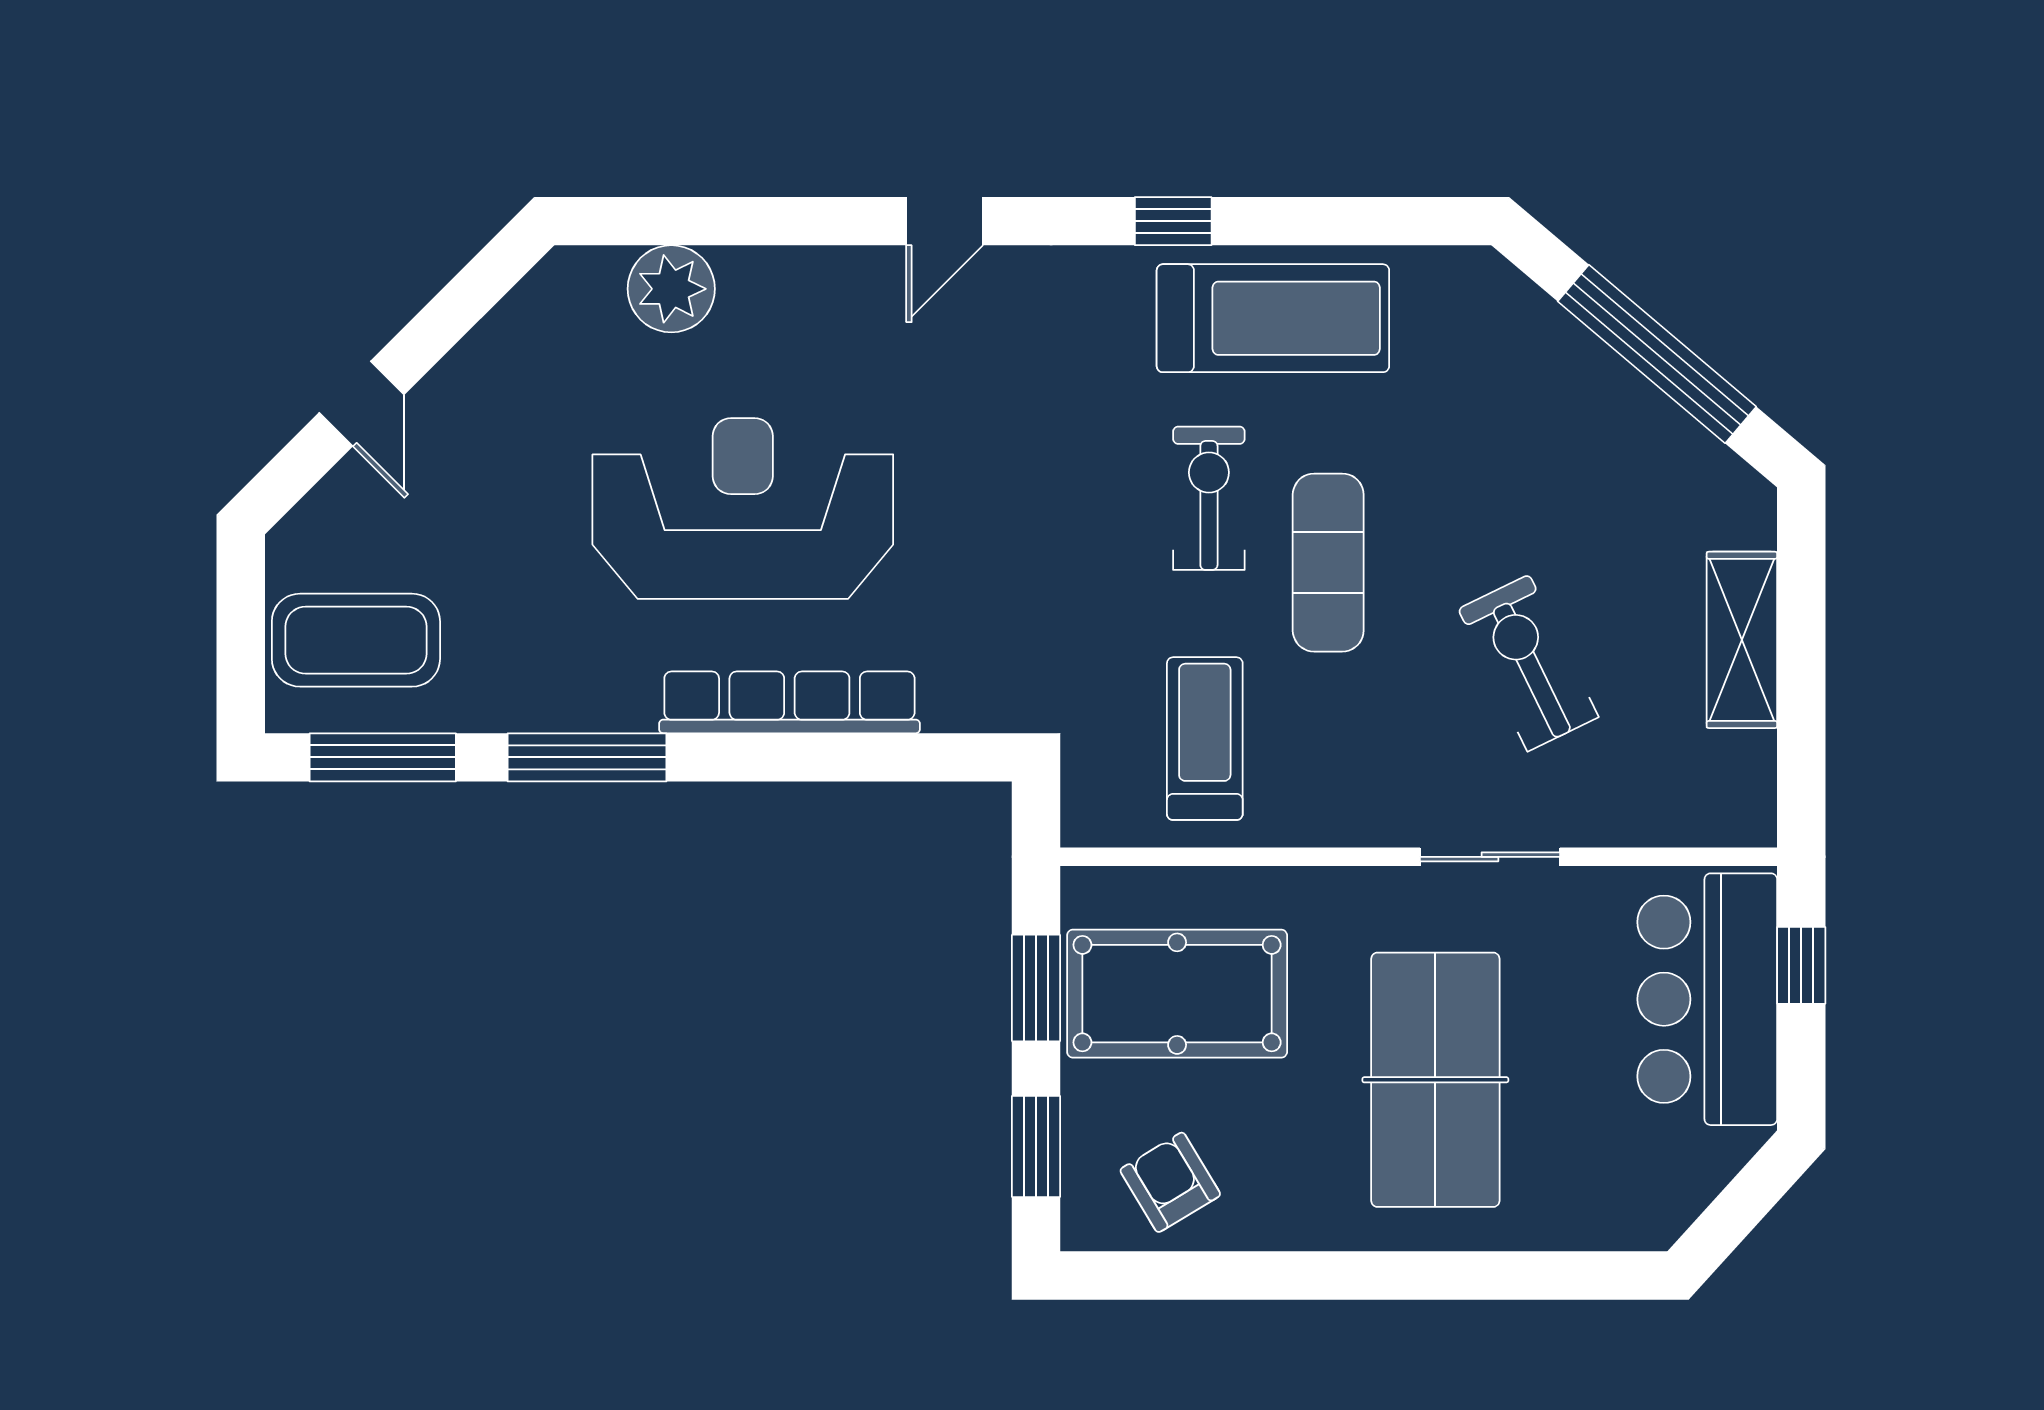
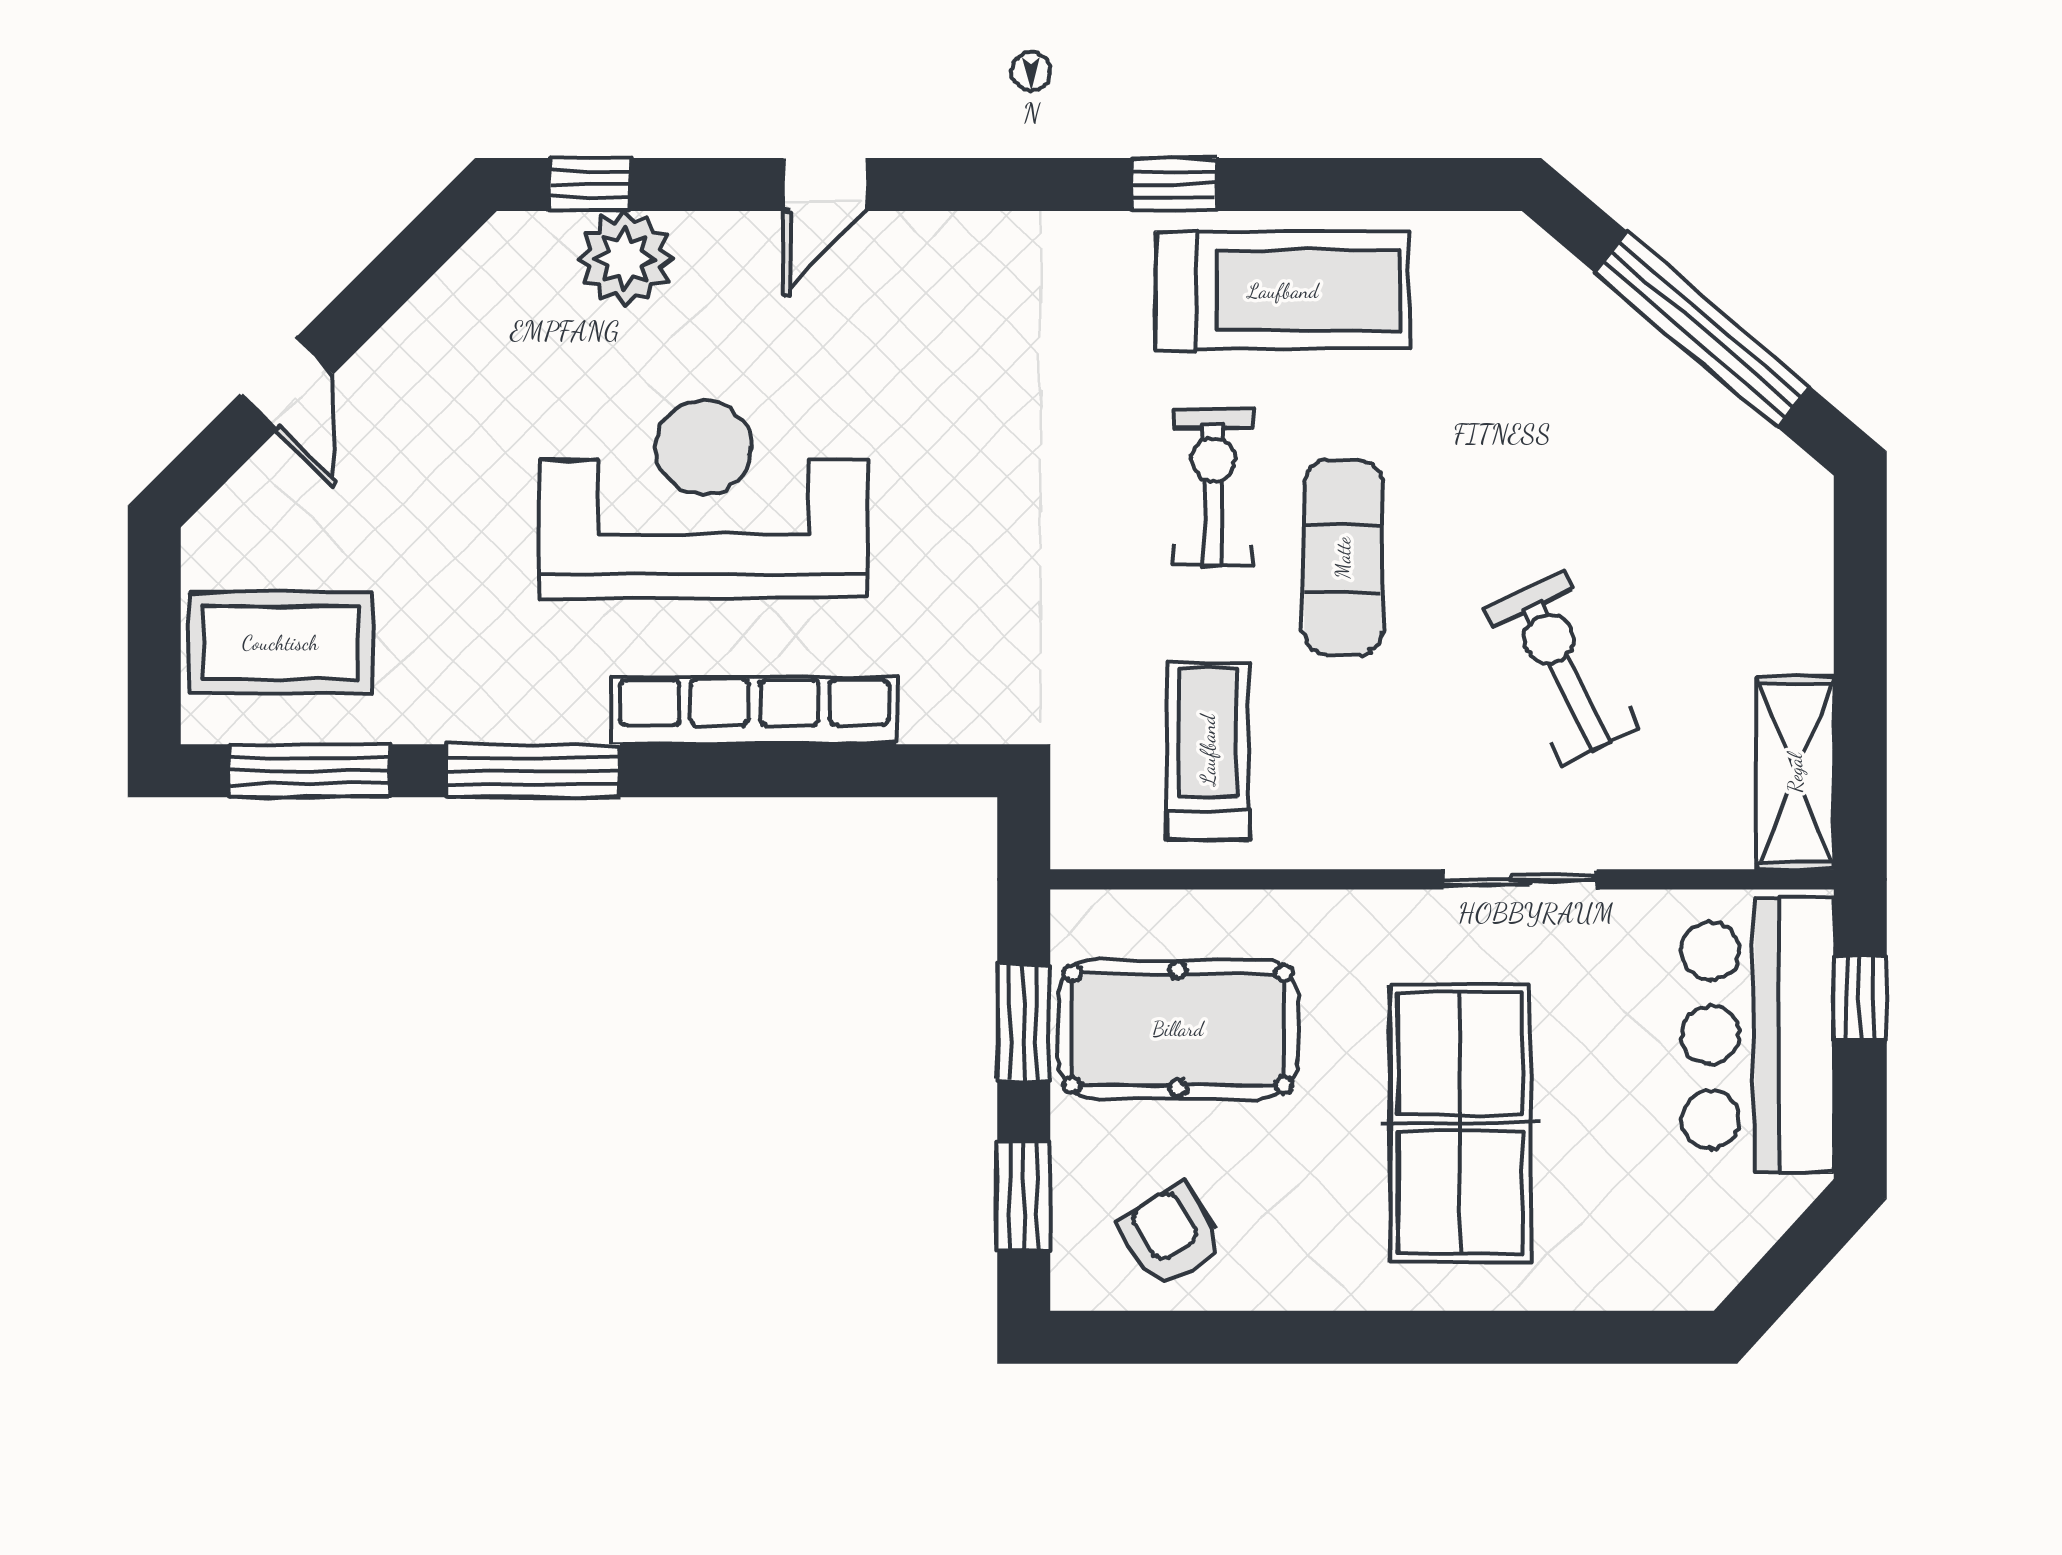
window: (639, 221) -> (590, 184), added
door: (945, 221) -> (825, 184), moved
shelving: (1742, 640) -> (1795, 773), moved

